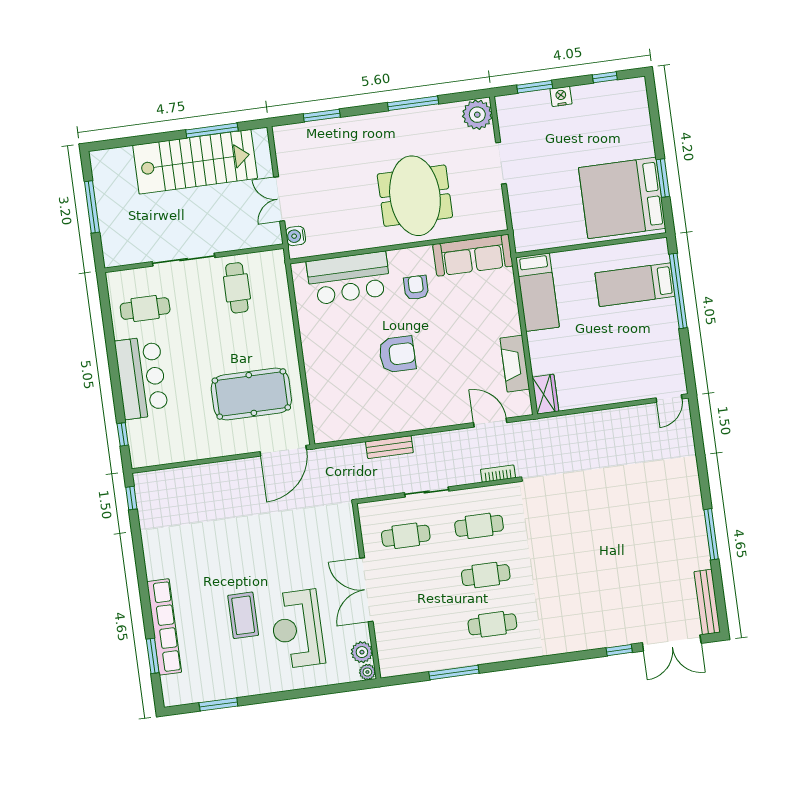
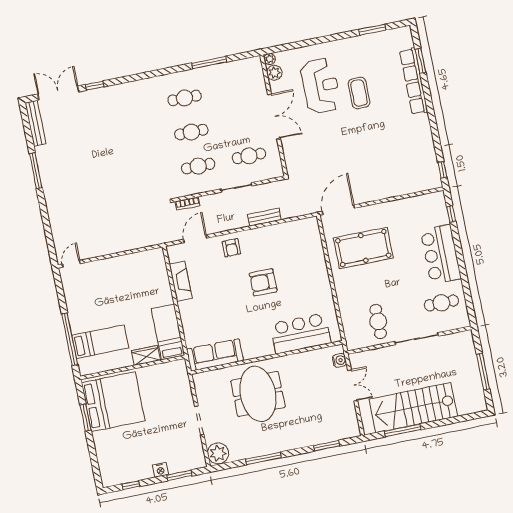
armchair: (416, 288) -> (231, 248), moved
wardrobe: (545, 394) -> (146, 355), moved, turned 90
door: (490, 423) -> (195, 239), swing flipped

